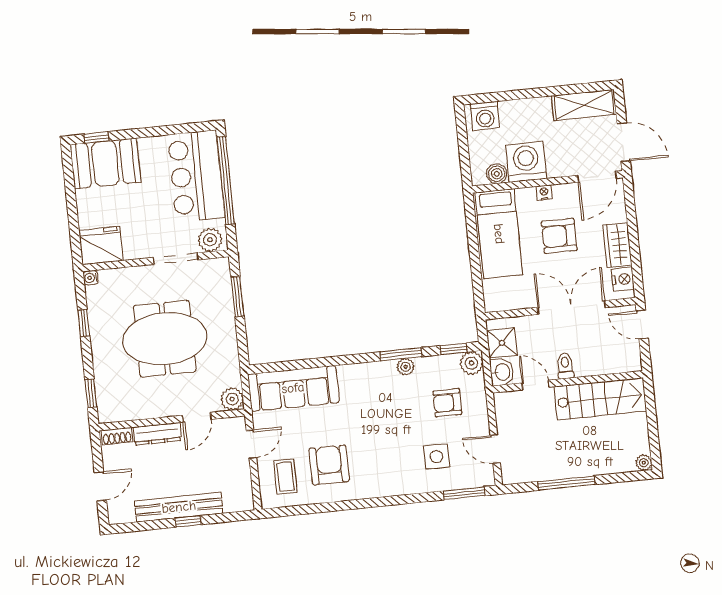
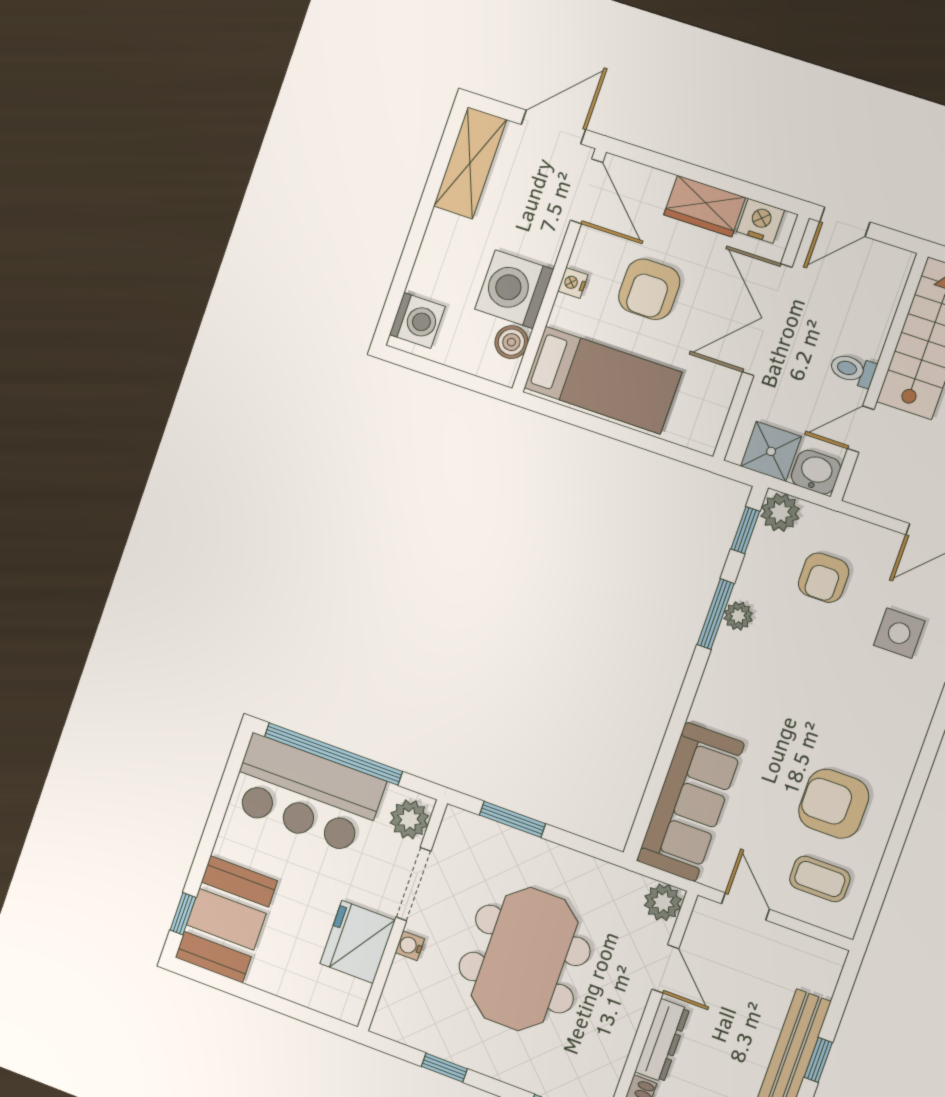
fridge: (101, 246) -> (357, 942), moved
water cooler: (91, 278) -> (410, 946), moved, turned 90

